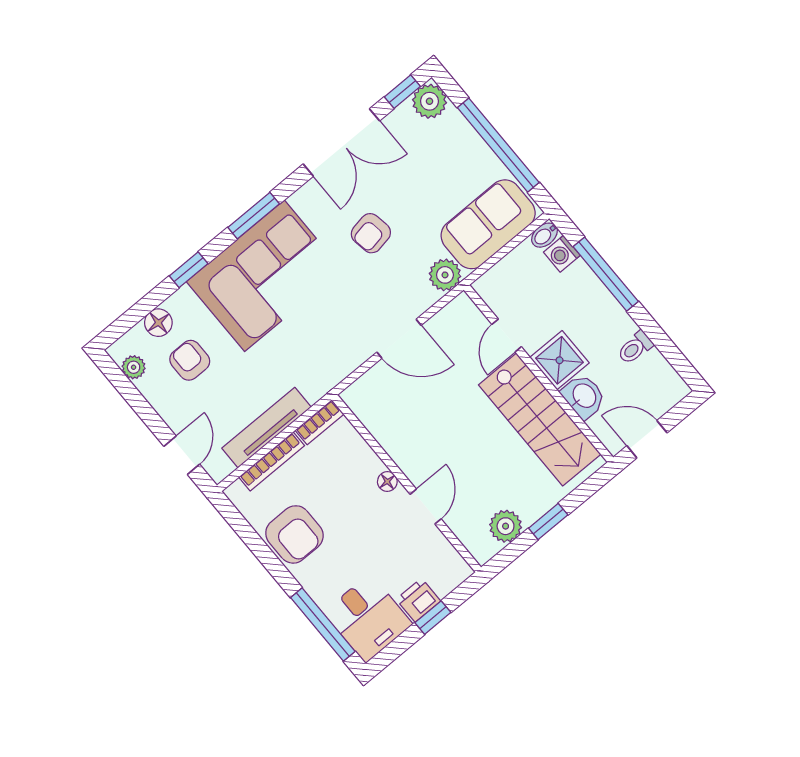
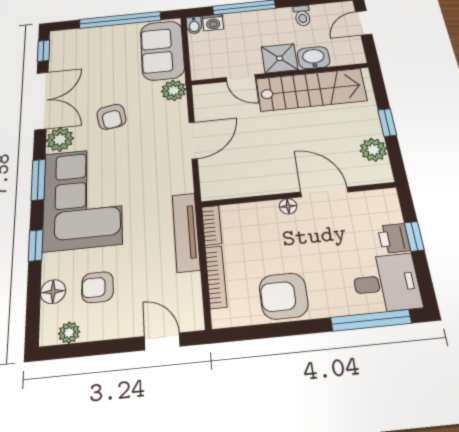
plant: (430, 101) -> (60, 139), moved
tv unit: (267, 428) -> (186, 232), moved
door: (647, 439) -> (364, 23), moved
door: (426, 507) -> (324, 192), width x1.38
armchair: (294, 534) -> (284, 296), turned 180

